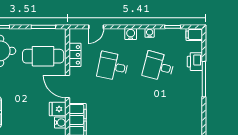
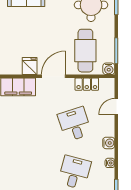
door: (96, 27) -> (116, 107), hinge flipped
desk: (113, 66) -> (75, 124), turned -30
water cooler: (60, 123) -> (109, 69), moved

